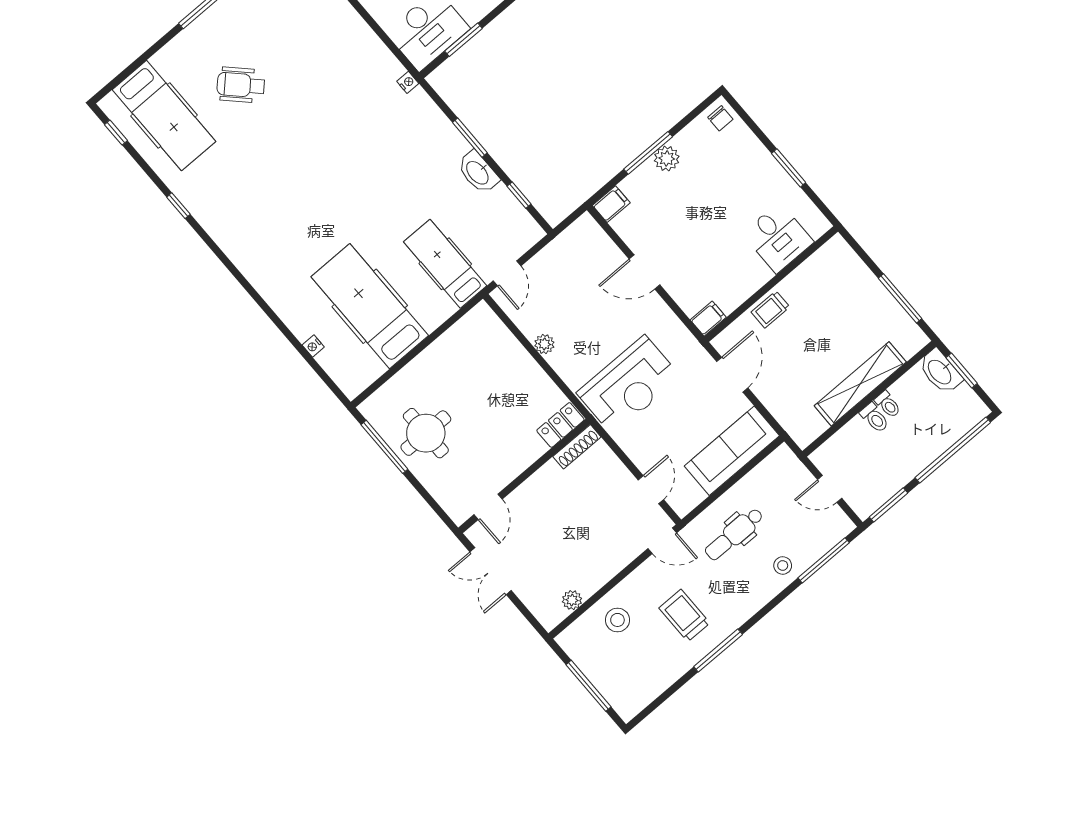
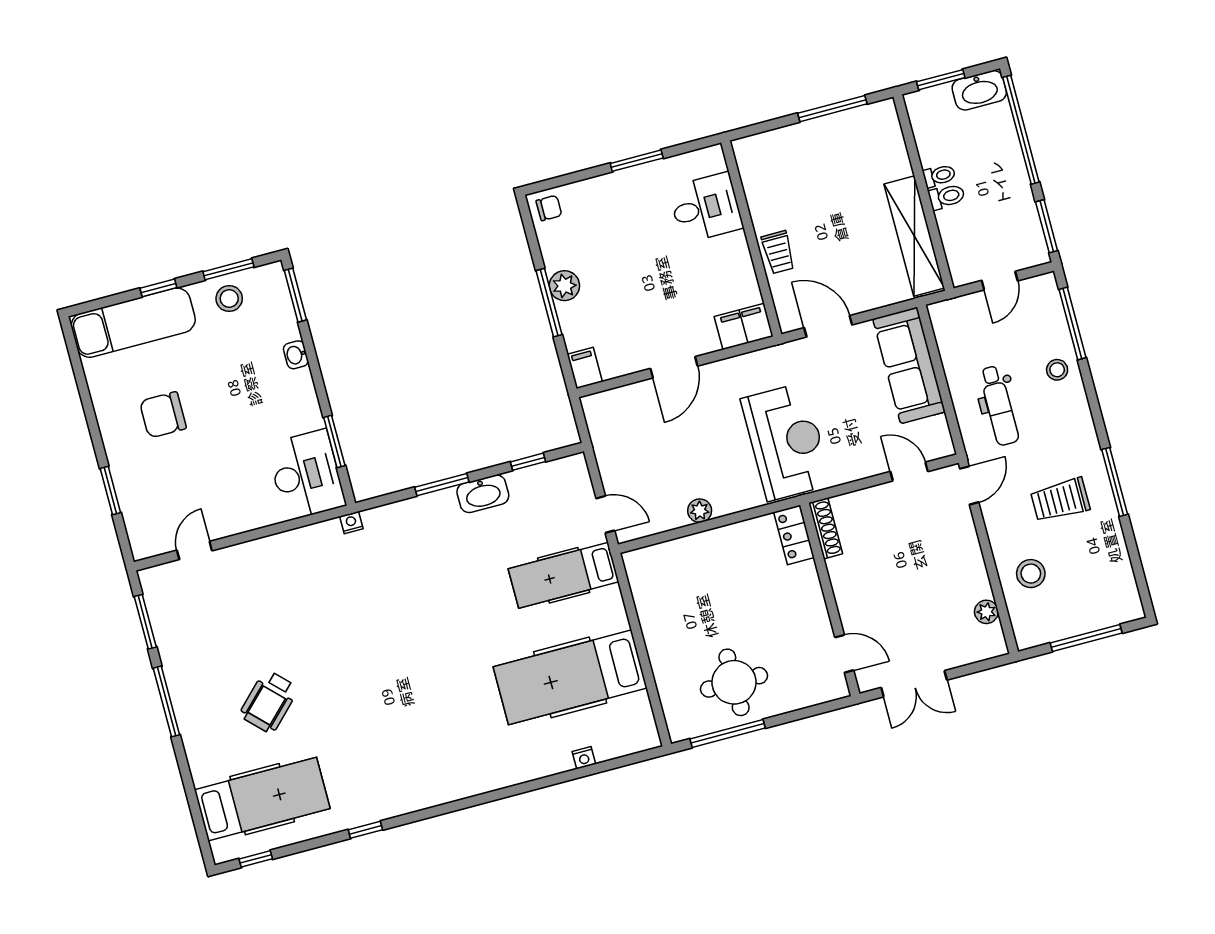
filing cabinet: (708, 319) -> (744, 326), width x2.00
washbasin: (940, 372) -> (979, 90), moved
shelving: (860, 384) -> (914, 236), moved

